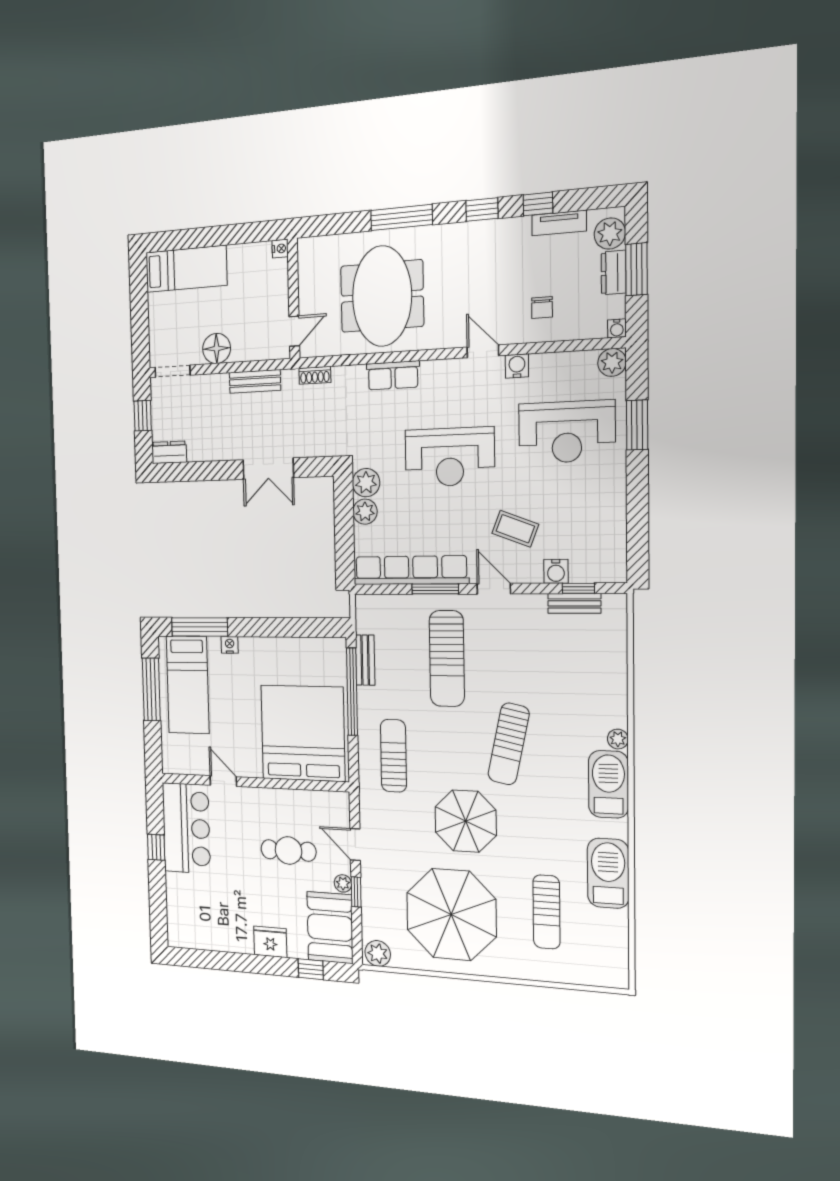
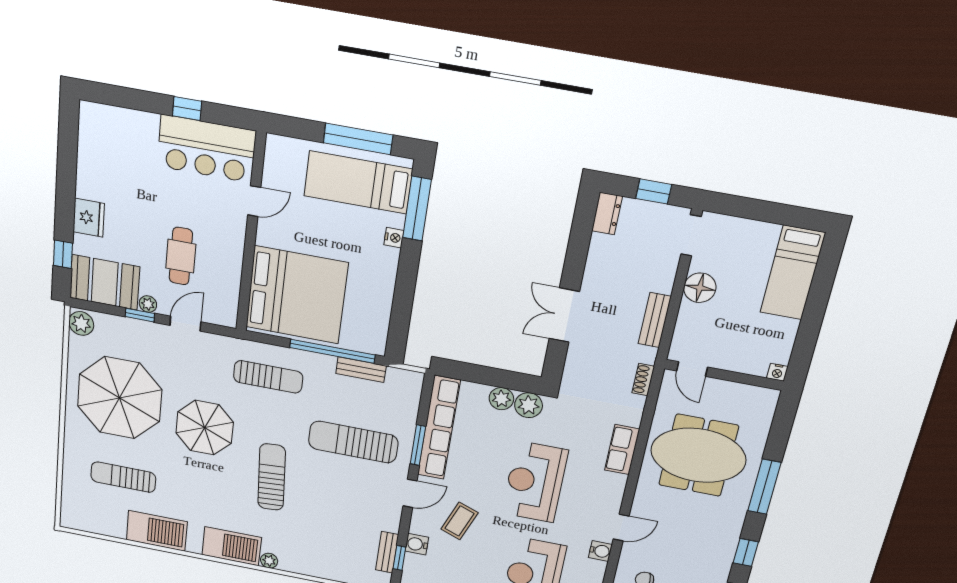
sun lounger: (509, 744) -> (272, 477), turned 74

